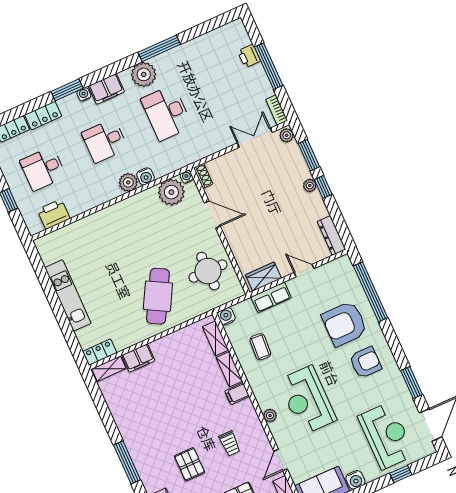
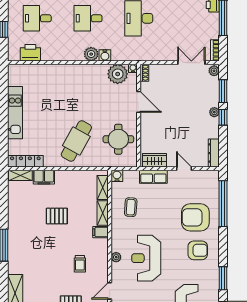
locker: (100, 352) -> (25, 161), width x1.53
pallet: (190, 464) -> (57, 216), moved, turned 90

